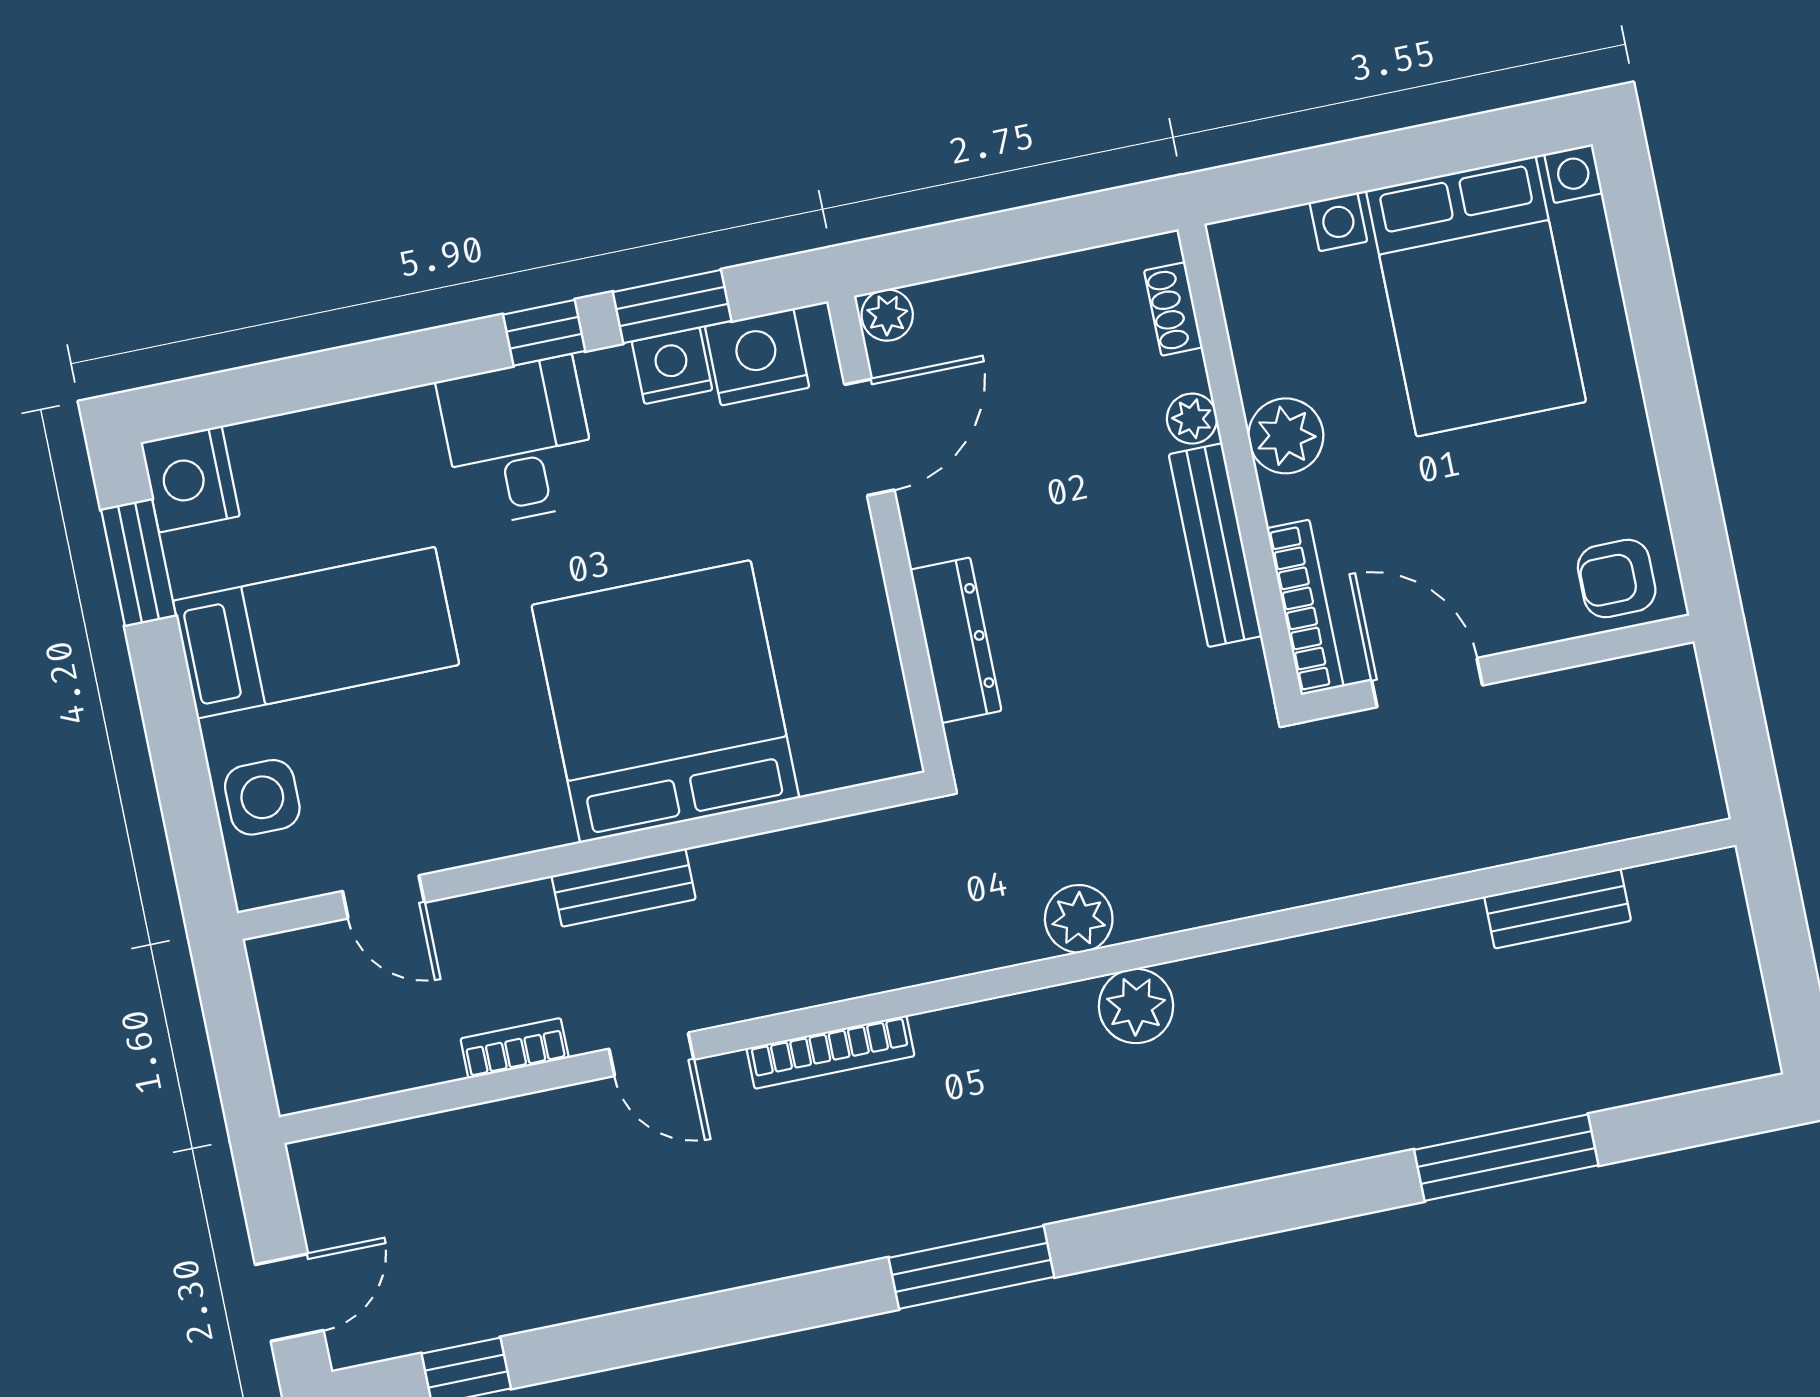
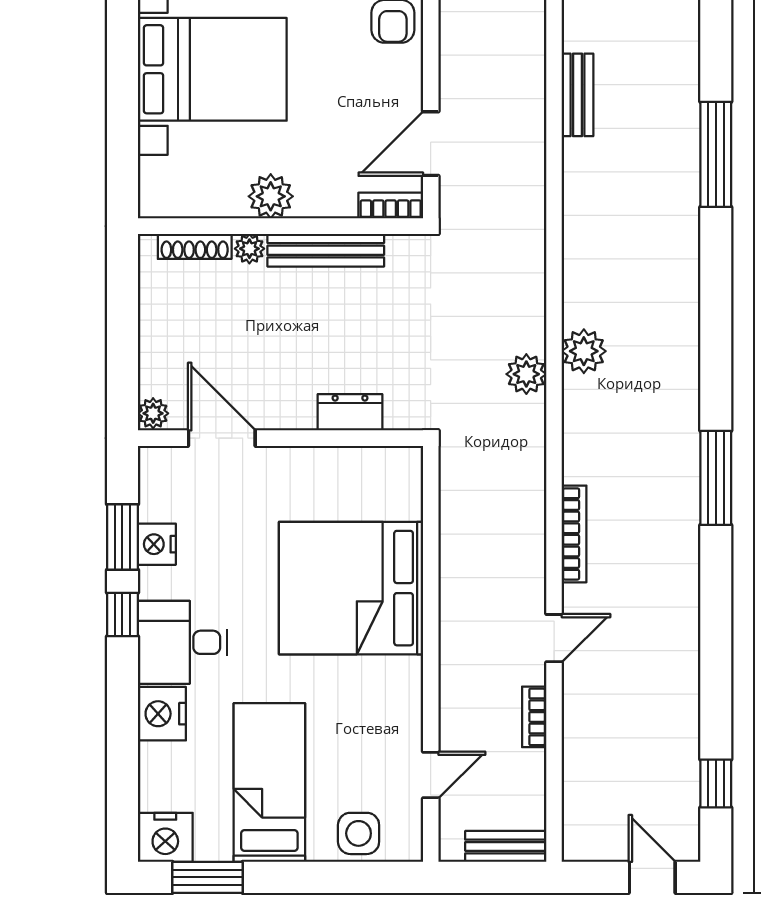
shoe rack: (1173, 309) -> (195, 246), width x1.43
nightstand: (757, 357) -> (162, 714), moved
bookcase: (1305, 607) -> (391, 206), width x0.64
dresser: (956, 640) -> (350, 412), width x0.70
bench: (624, 887) -> (506, 846), moved, turned 90

